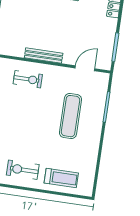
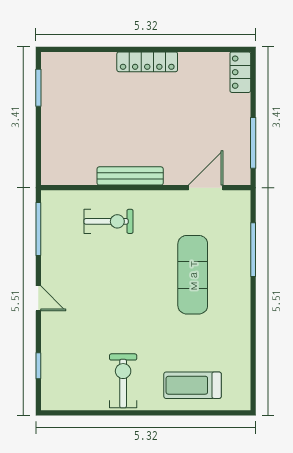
exercise bike: (23, 170) -> (123, 381), turned 90
treadmill: (61, 178) -> (193, 385), turned 180

